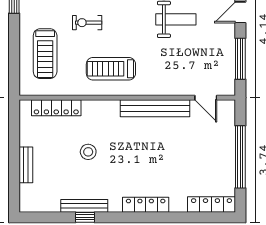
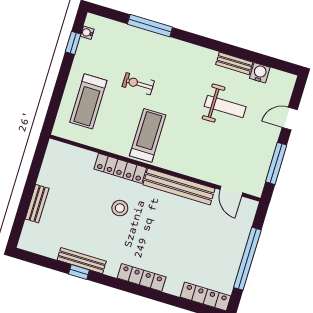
treadmill: (111, 69) -> (148, 135), turned 90
locker: (56, 108) -> (120, 168), moved
stool: (88, 152) -> (120, 208), moved

